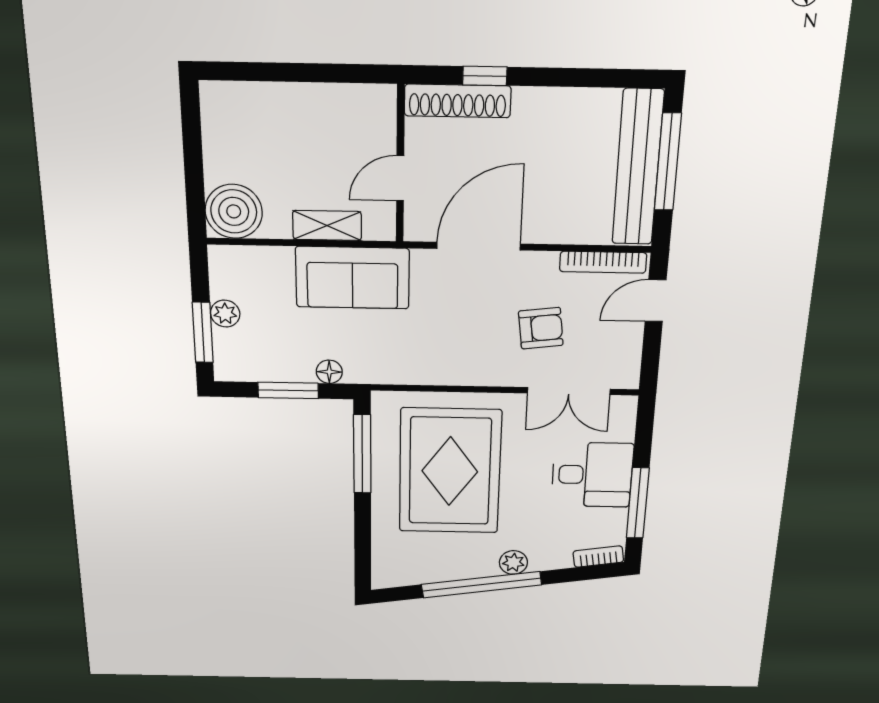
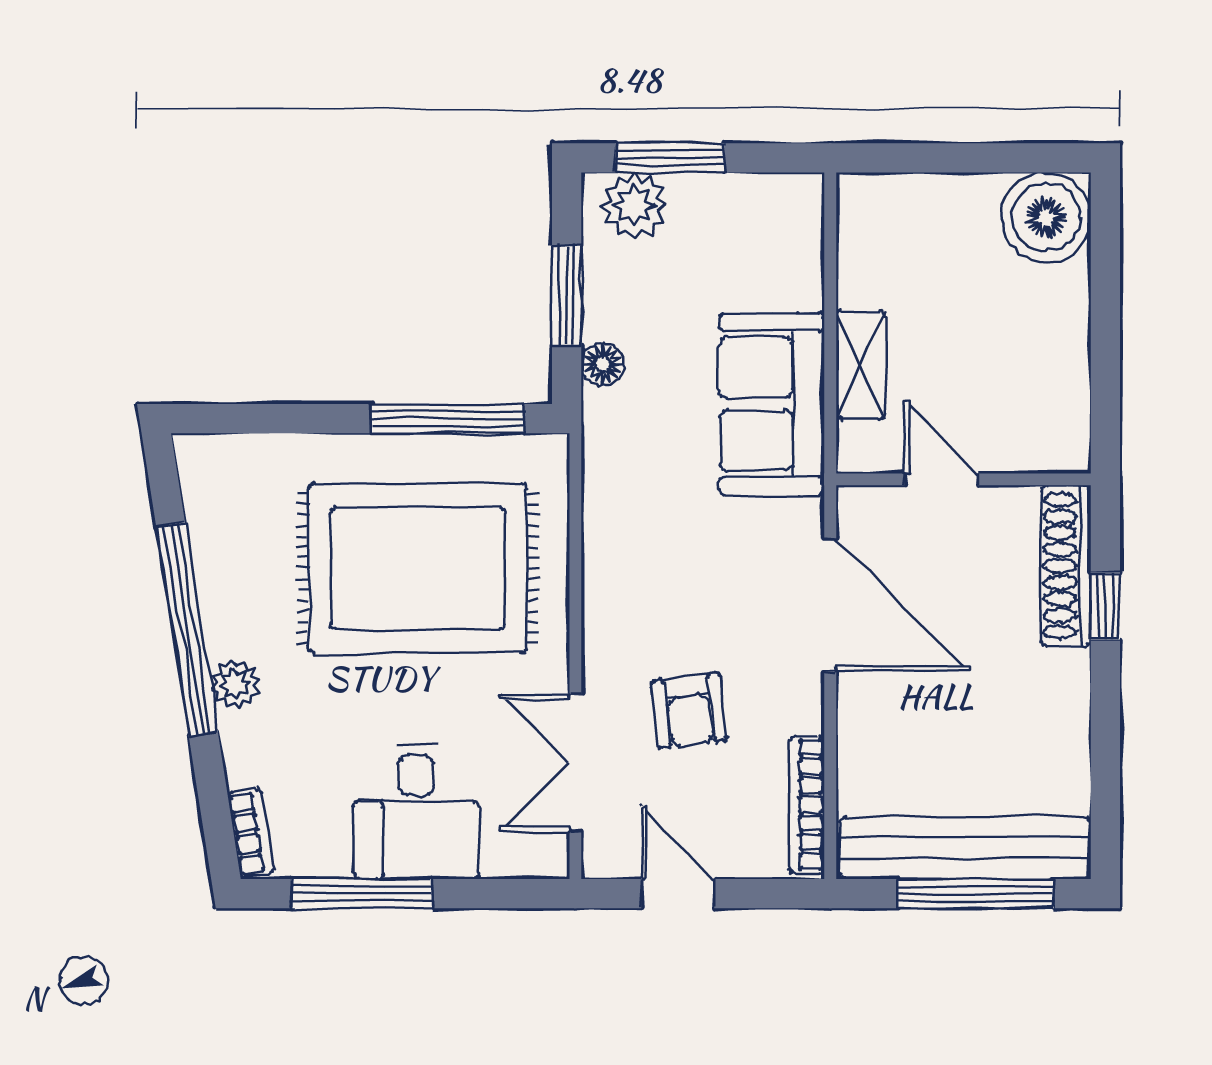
boiler: (234, 211) -> (1046, 217), moved
door: (656, 301) -> (678, 894), moved
plant: (225, 314) -> (634, 205), moved, width x1.38, depth x1.38

